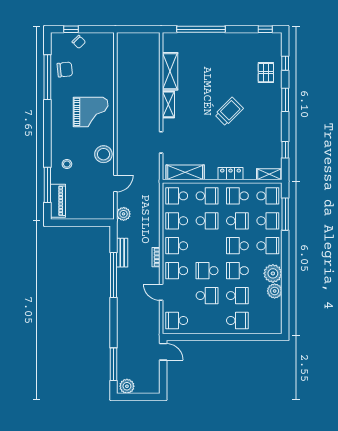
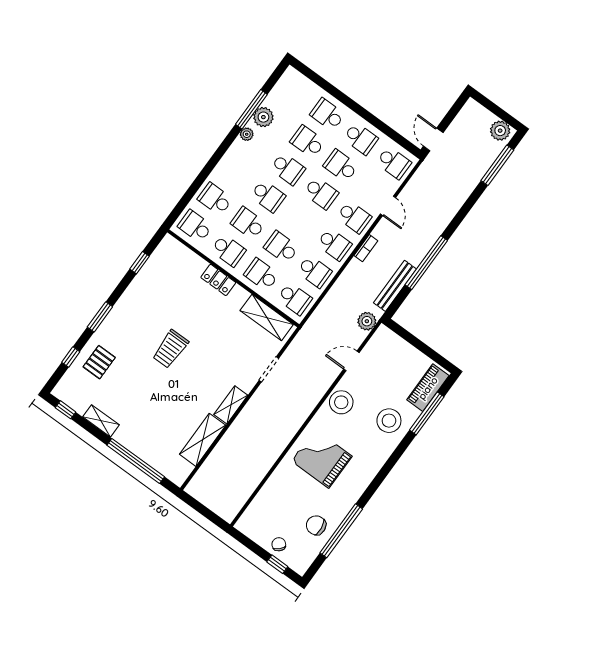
trolley: (229, 111) -> (170, 349), turned -45
stool: (67, 164) -> (389, 421), width x1.89, depth x1.89
shelving: (269, 174) -> (101, 421), moved
window: (285, 214) -> (251, 109), moved
school desk: (268, 246) -> (361, 139), moved, turned 180
bench: (122, 253) -> (395, 286), width x1.36
plant: (273, 273) -> (247, 134), width x0.53, depth x0.53

